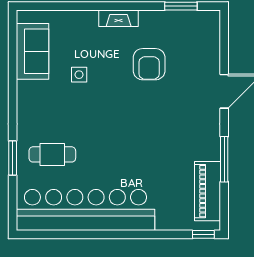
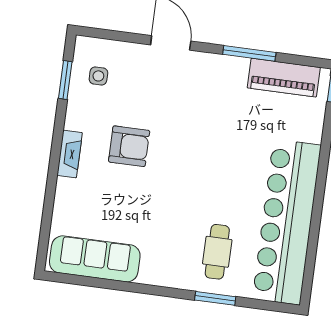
sofa: (32, 51) -> (95, 259), width x1.36
armchair: (149, 64) -> (129, 146), moved
side table: (79, 75) -> (98, 76), moved

